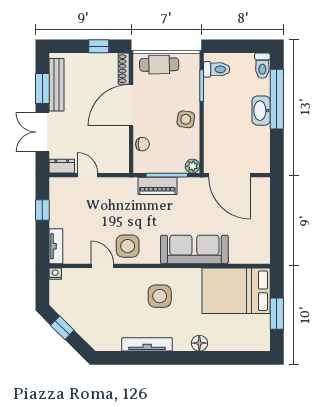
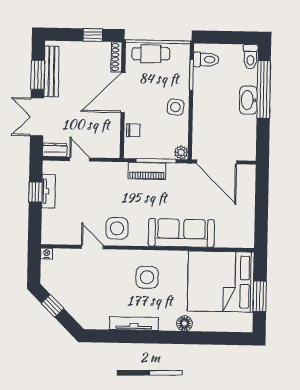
tv unit: (56, 246) -> (48, 191), moved
bed: (236, 291) -> (221, 282), width x1.36

